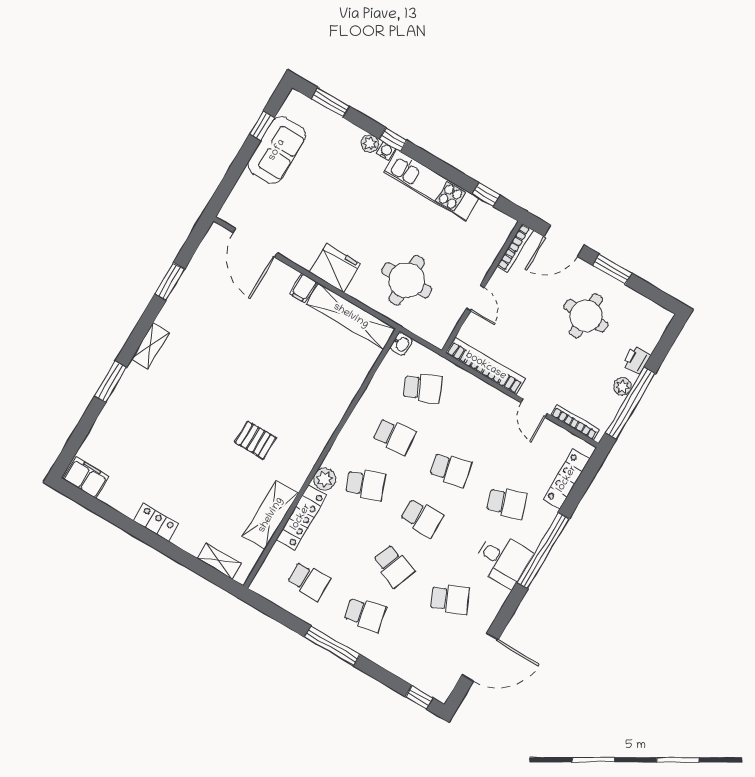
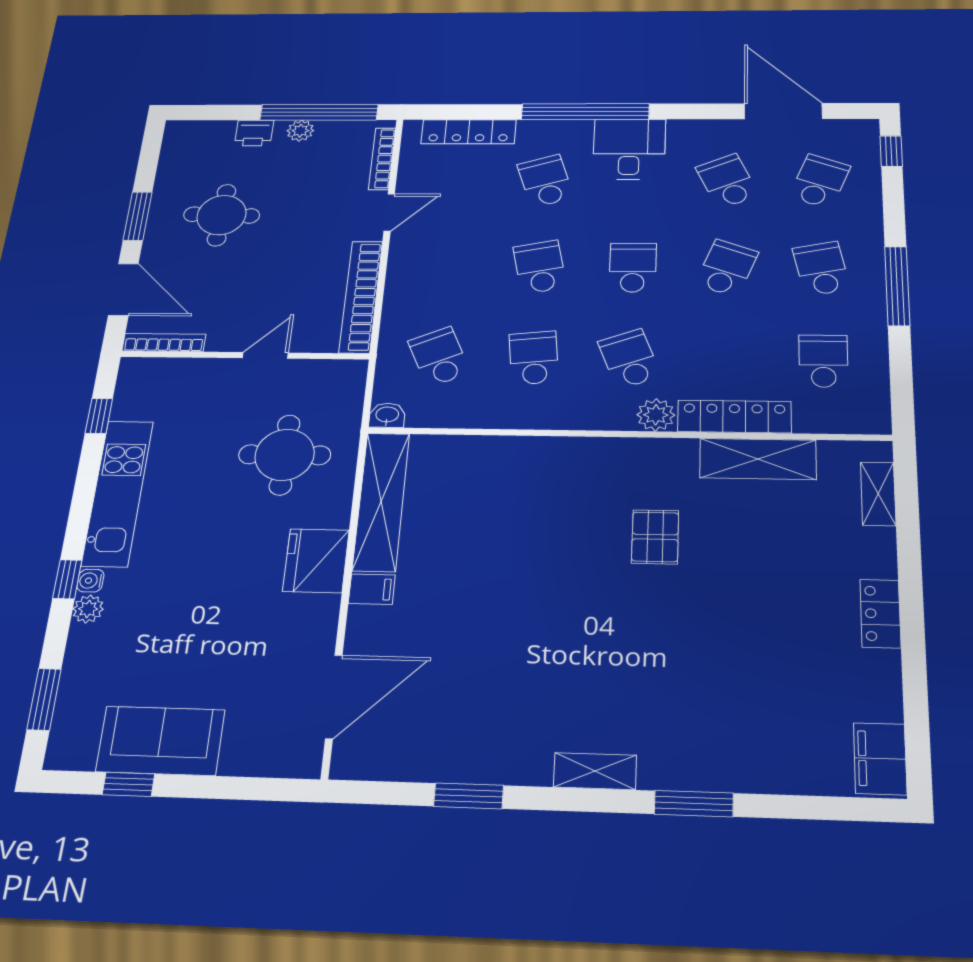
school desk: (421, 648) -> (820, 181), added

